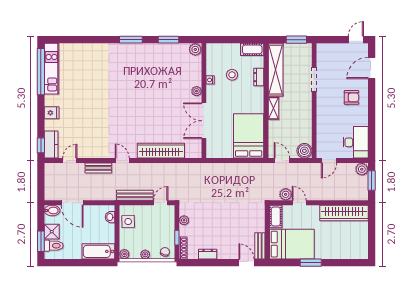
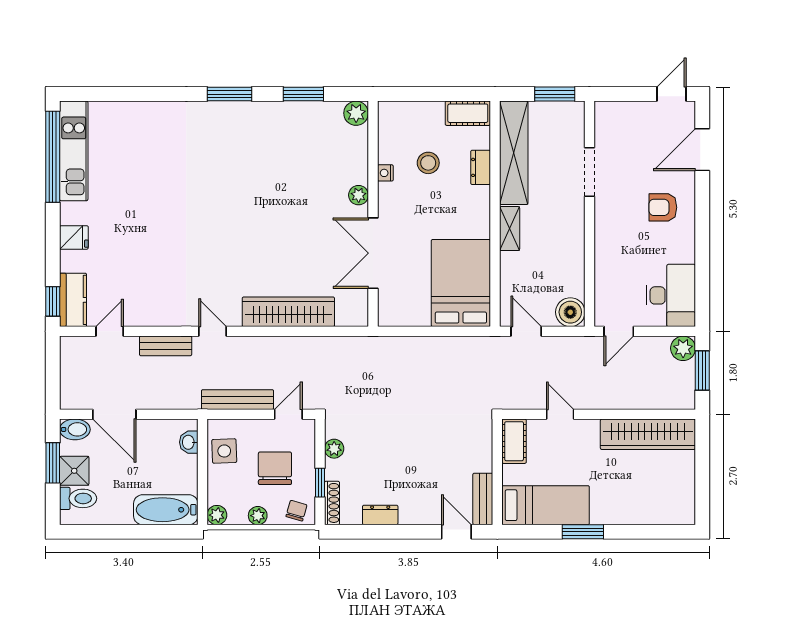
armchair: (352, 97) -> (663, 207), turned 180
plant: (286, 194) -> (533, 398), removed
chair: (154, 230) -> (275, 468), added
window: (41, 241) -> (53, 463), moved
bed: (292, 244) -> (546, 505), width x0.67

